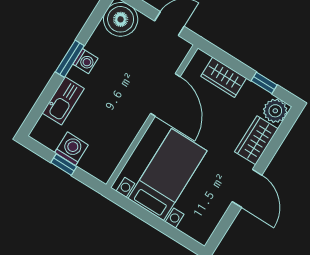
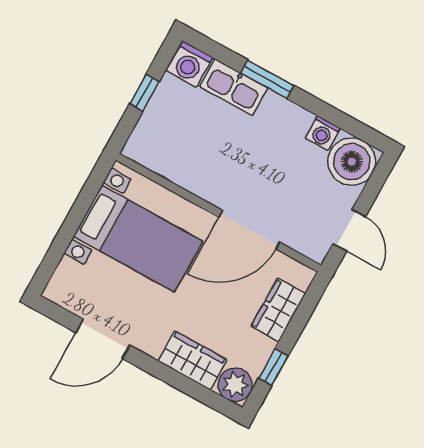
window: (70, 59) -> (267, 79), moved
washing machine: (85, 61) -> (323, 133), moved
washing machine: (72, 149) -> (189, 64), moved, turned 90
door: (247, 188) -> (103, 339), moved

